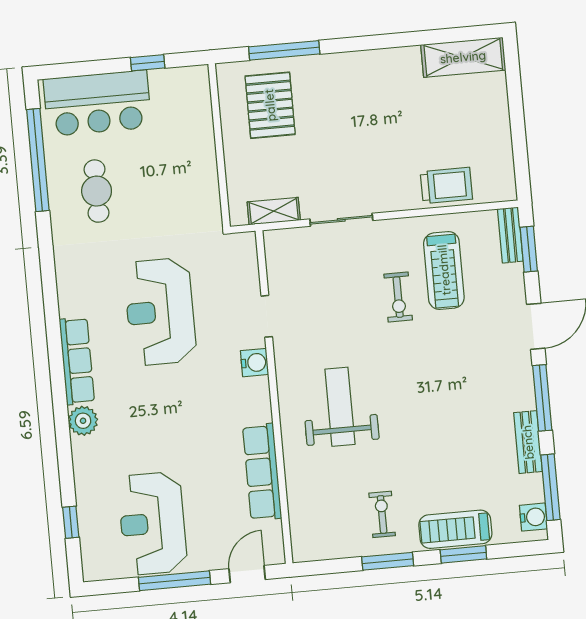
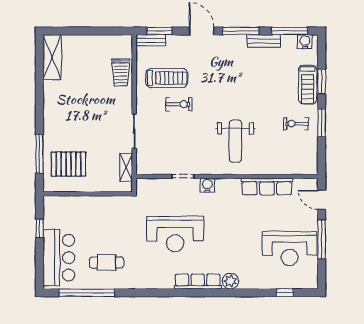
trolley: (446, 185) -> (121, 72), turned 180
weight bench: (340, 407) -> (235, 141), turned -90

